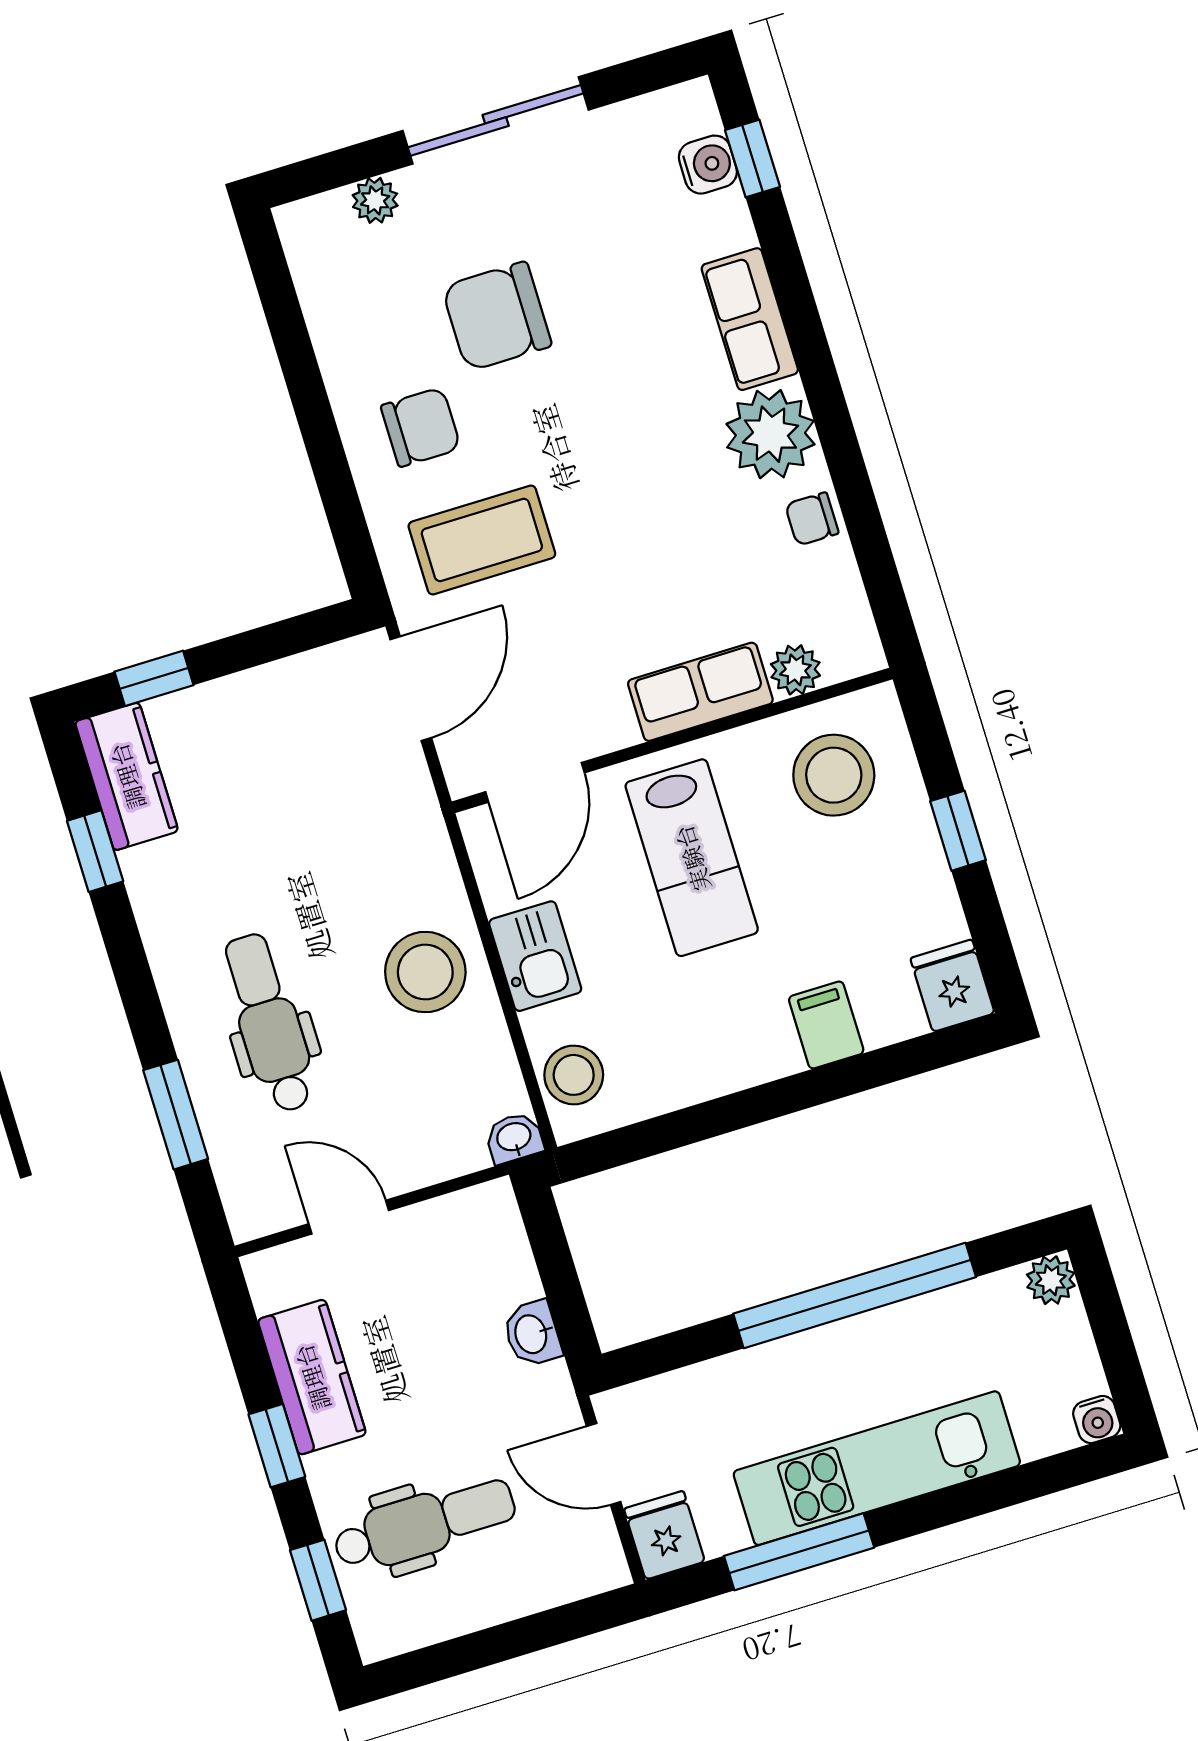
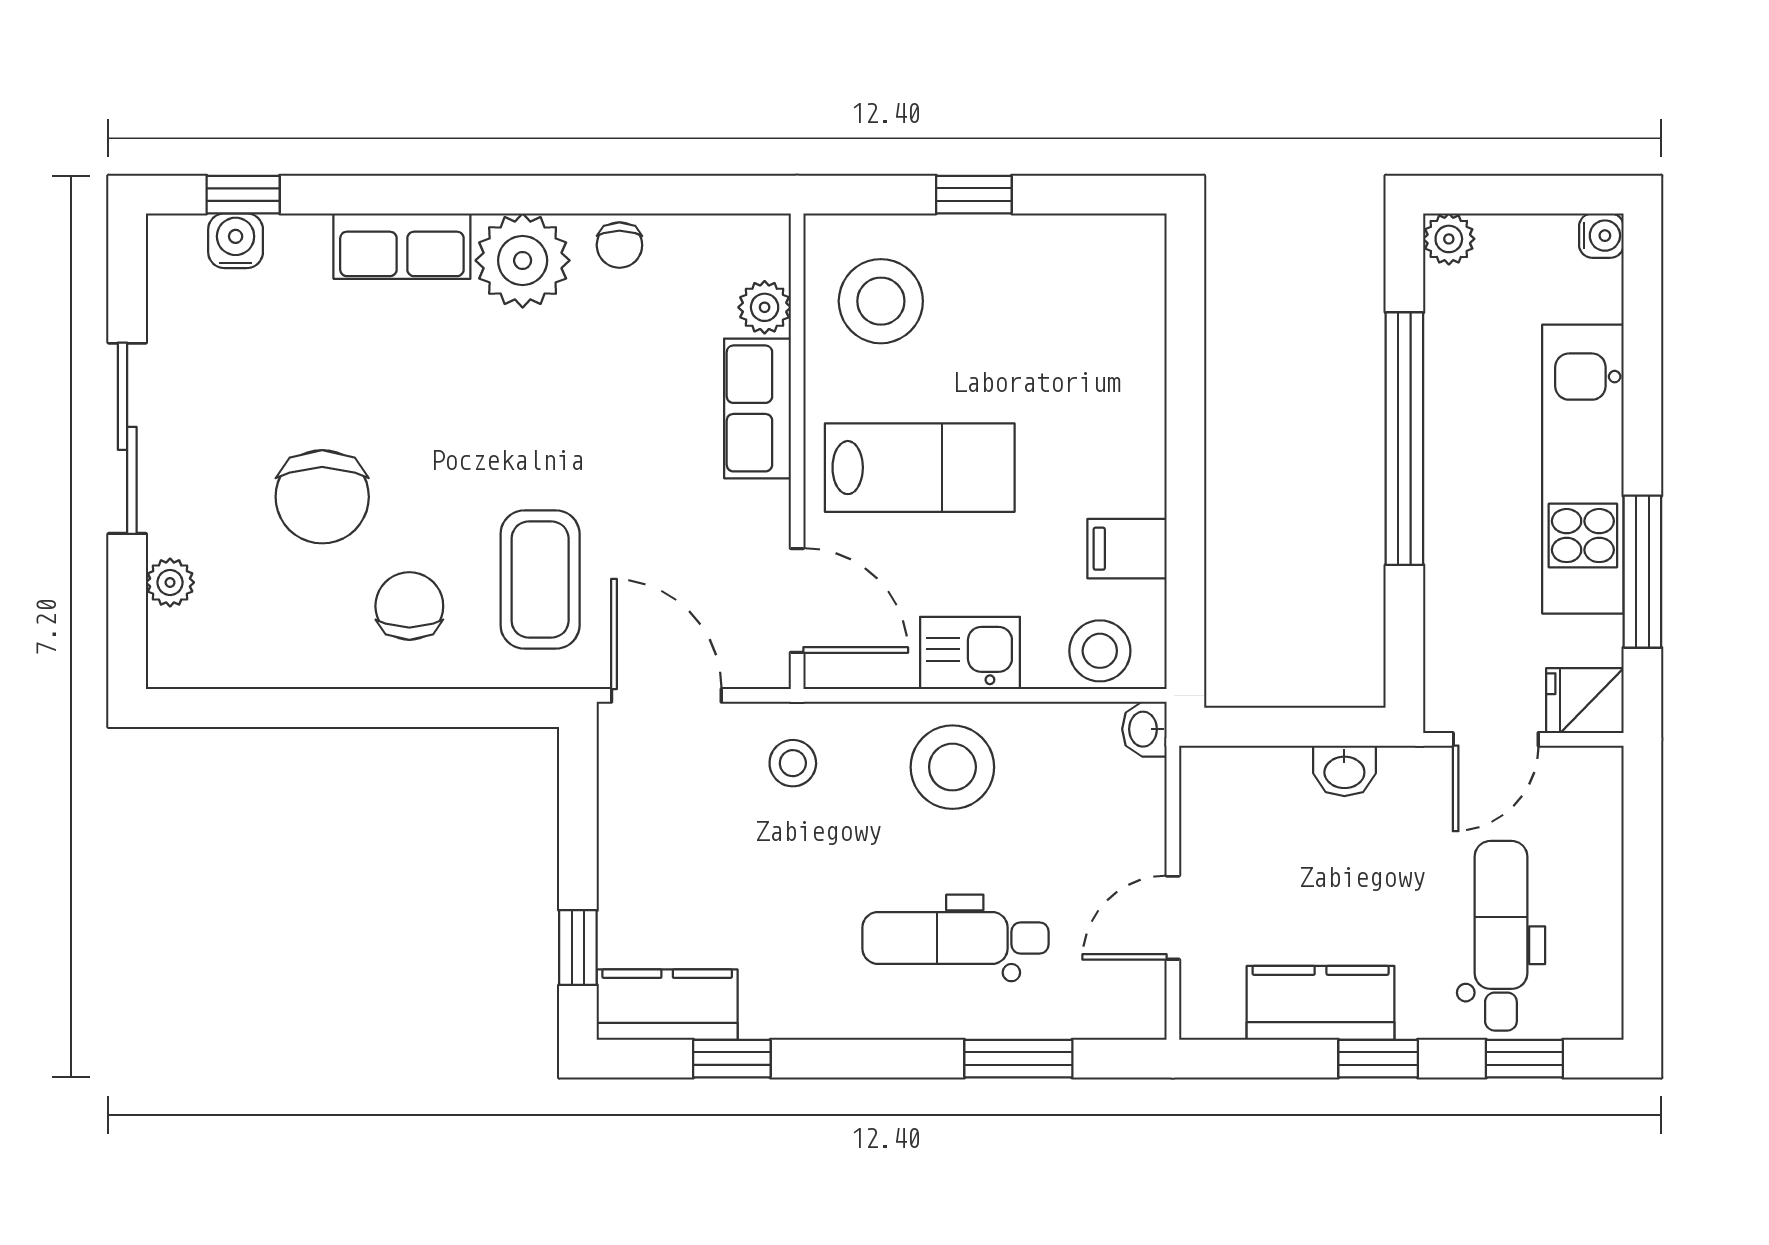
stool: (384, 824) -> (793, 763), added
fridge: (952, 986) -> (1126, 247), removed
filing cabinet: (826, 1025) -> (1127, 549), moved

